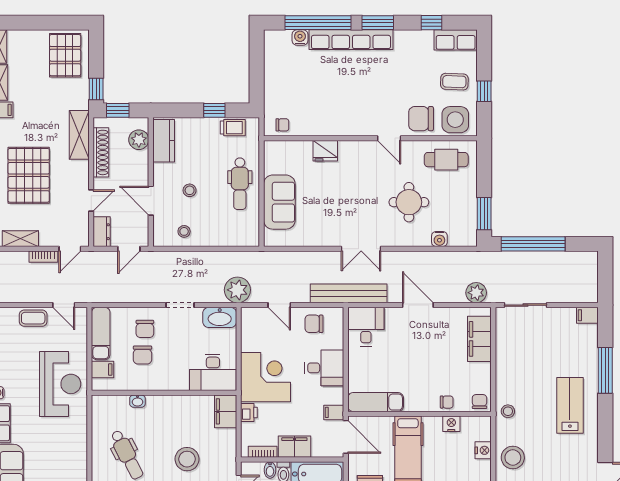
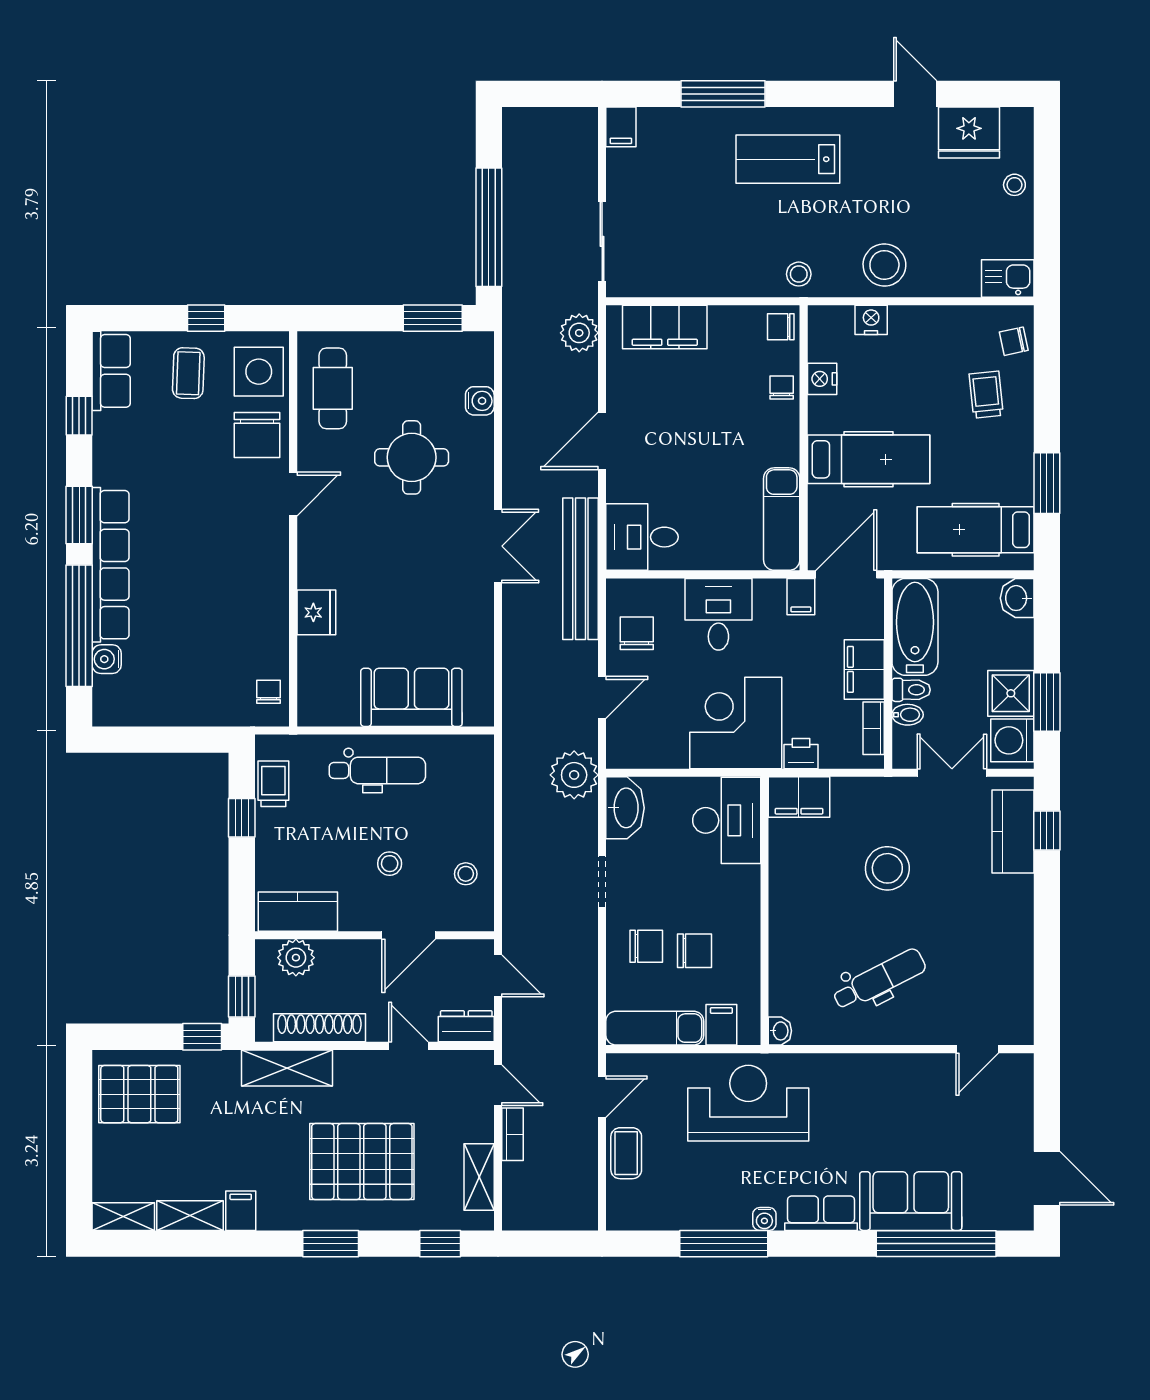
chair: (314, 324) -> (637, 633), turned 180
washbasin: (137, 401) -> (780, 1031), moved

